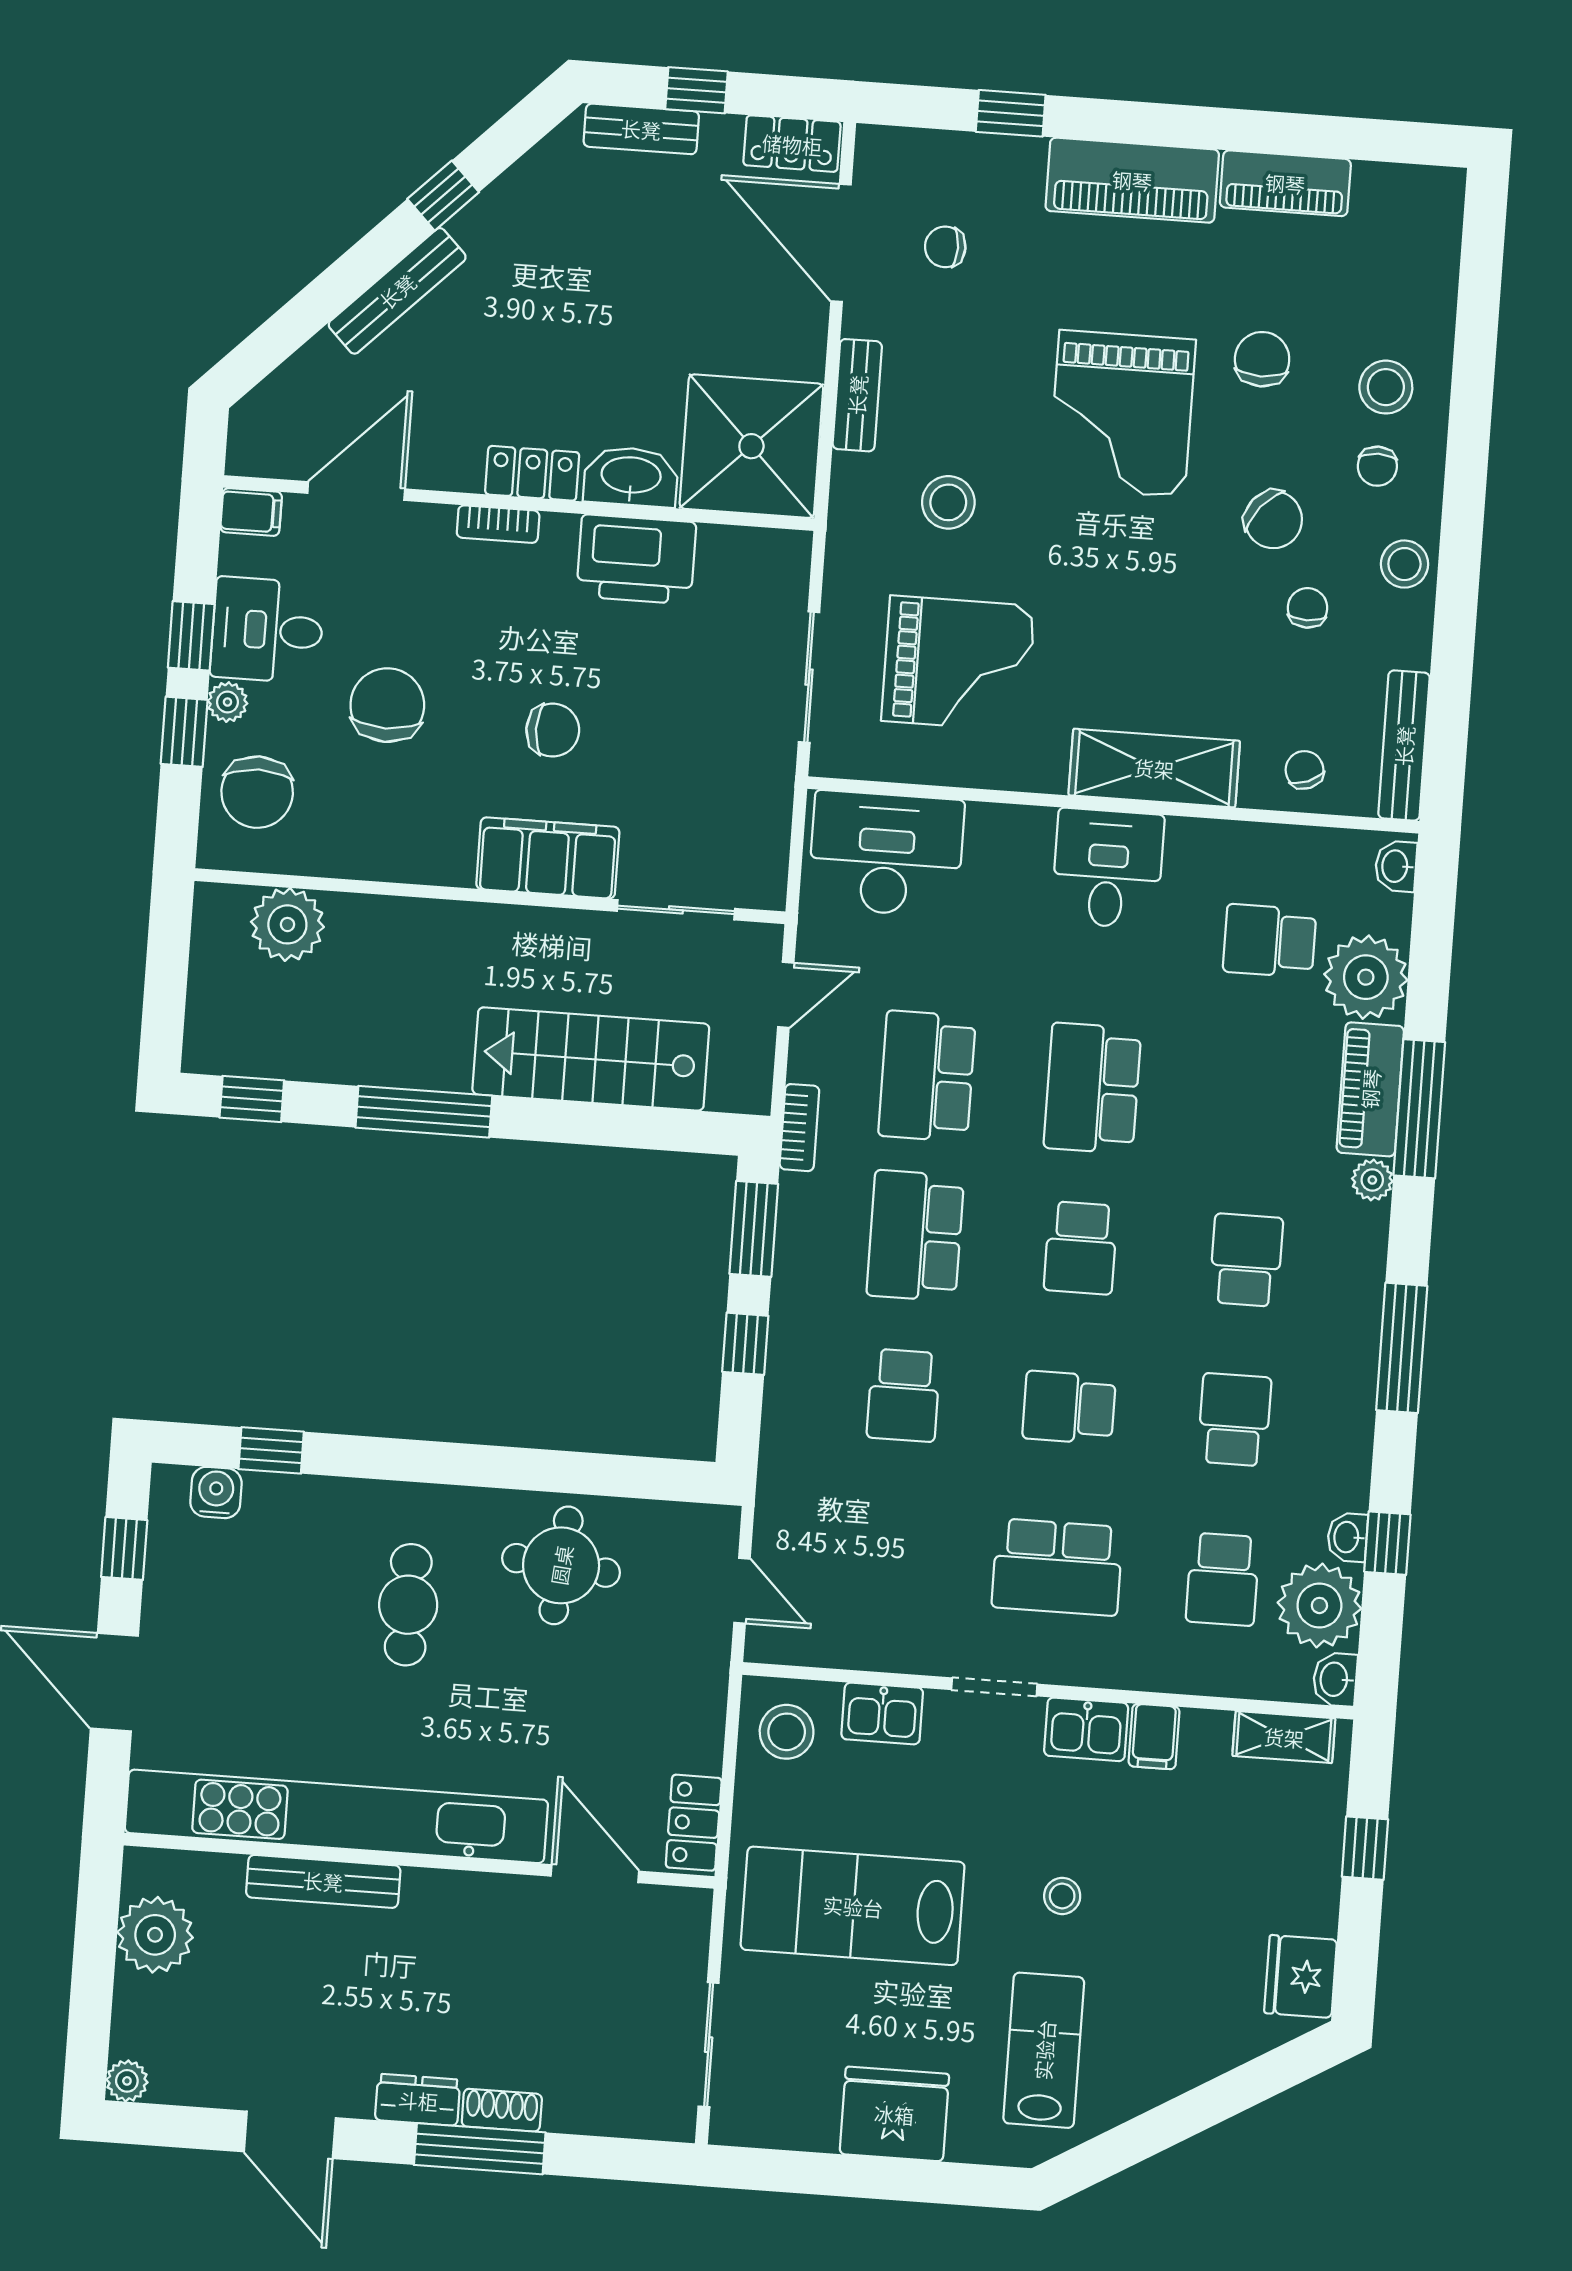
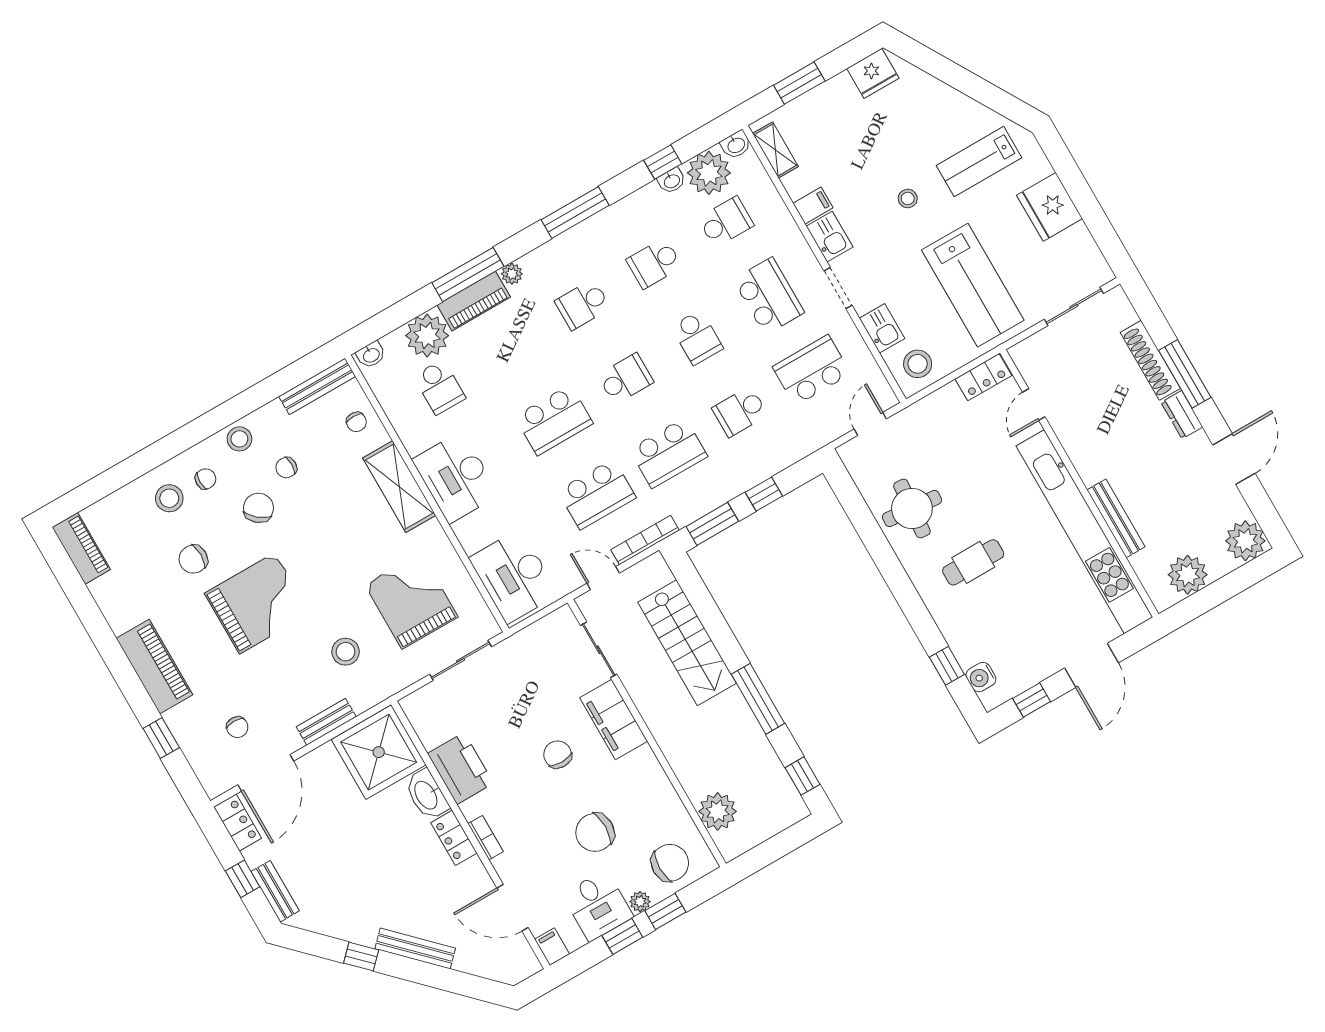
piano: (1285, 183) -> (81, 548), moved
chair: (1304, 770) -> (356, 422), turned -68
desk: (1108, 868) -> (456, 477), width x1.37
bookcase: (799, 1128) -> (645, 540), width x1.56
school desk: (904, 1395) -> (740, 412), turned 180
school desk: (892, 1555) -> (812, 370), added
window: (1365, 1848) -> (799, 83), width x1.50
door: (595, 1874) -> (1034, 405), width x0.73
plant: (127, 2081) -> (1245, 541), width x1.87, depth x1.87
shoe rack: (502, 2110) -> (1150, 360), width x1.94, depth x1.24

